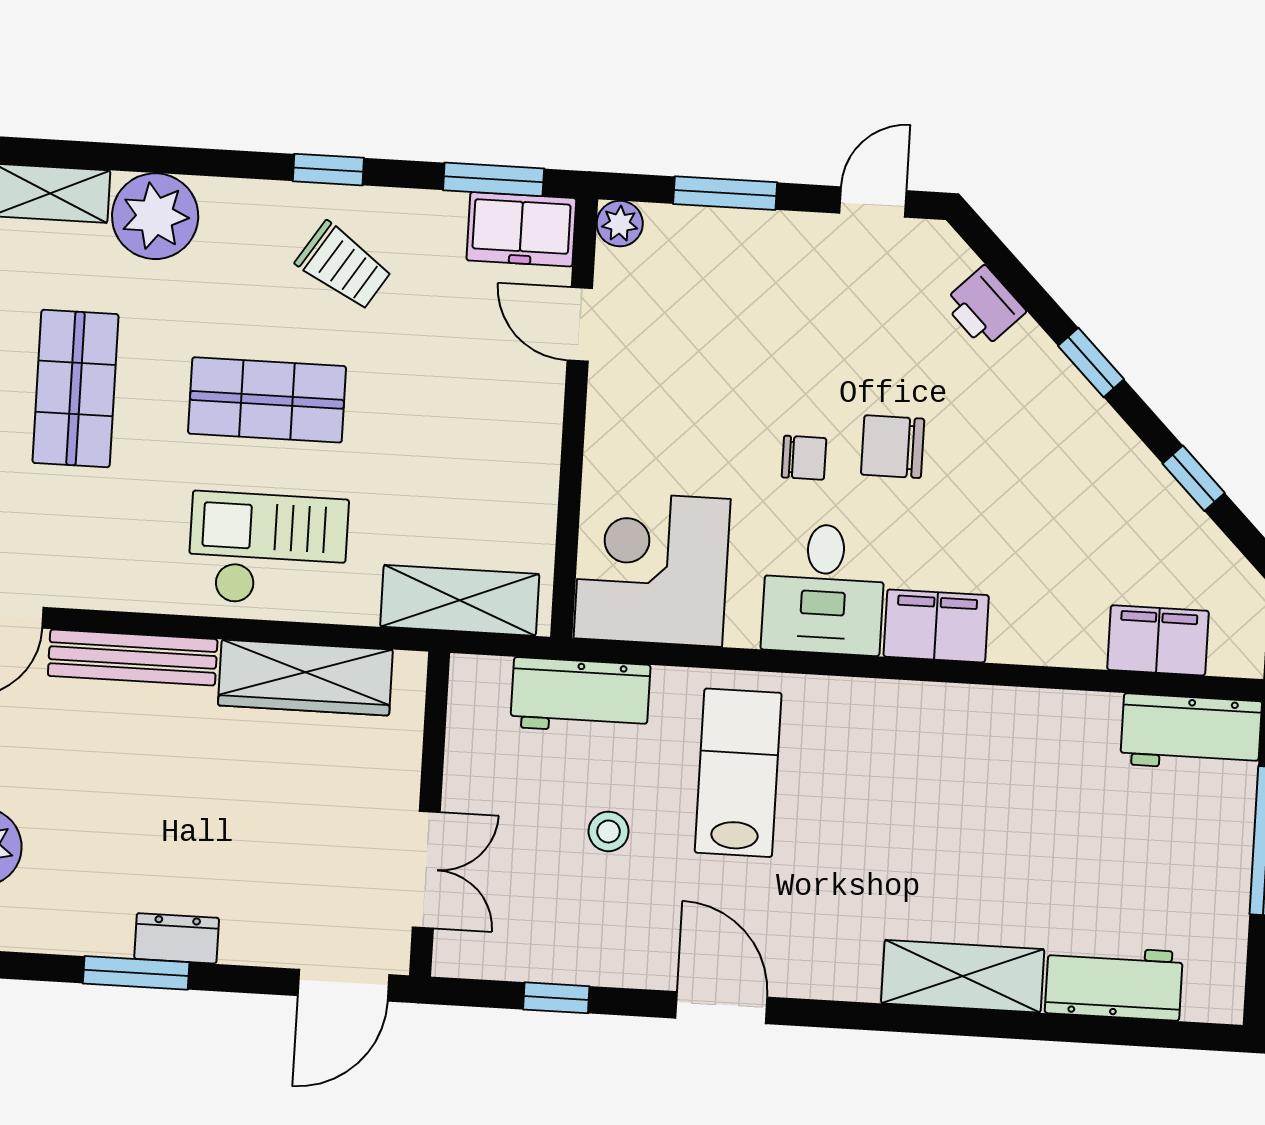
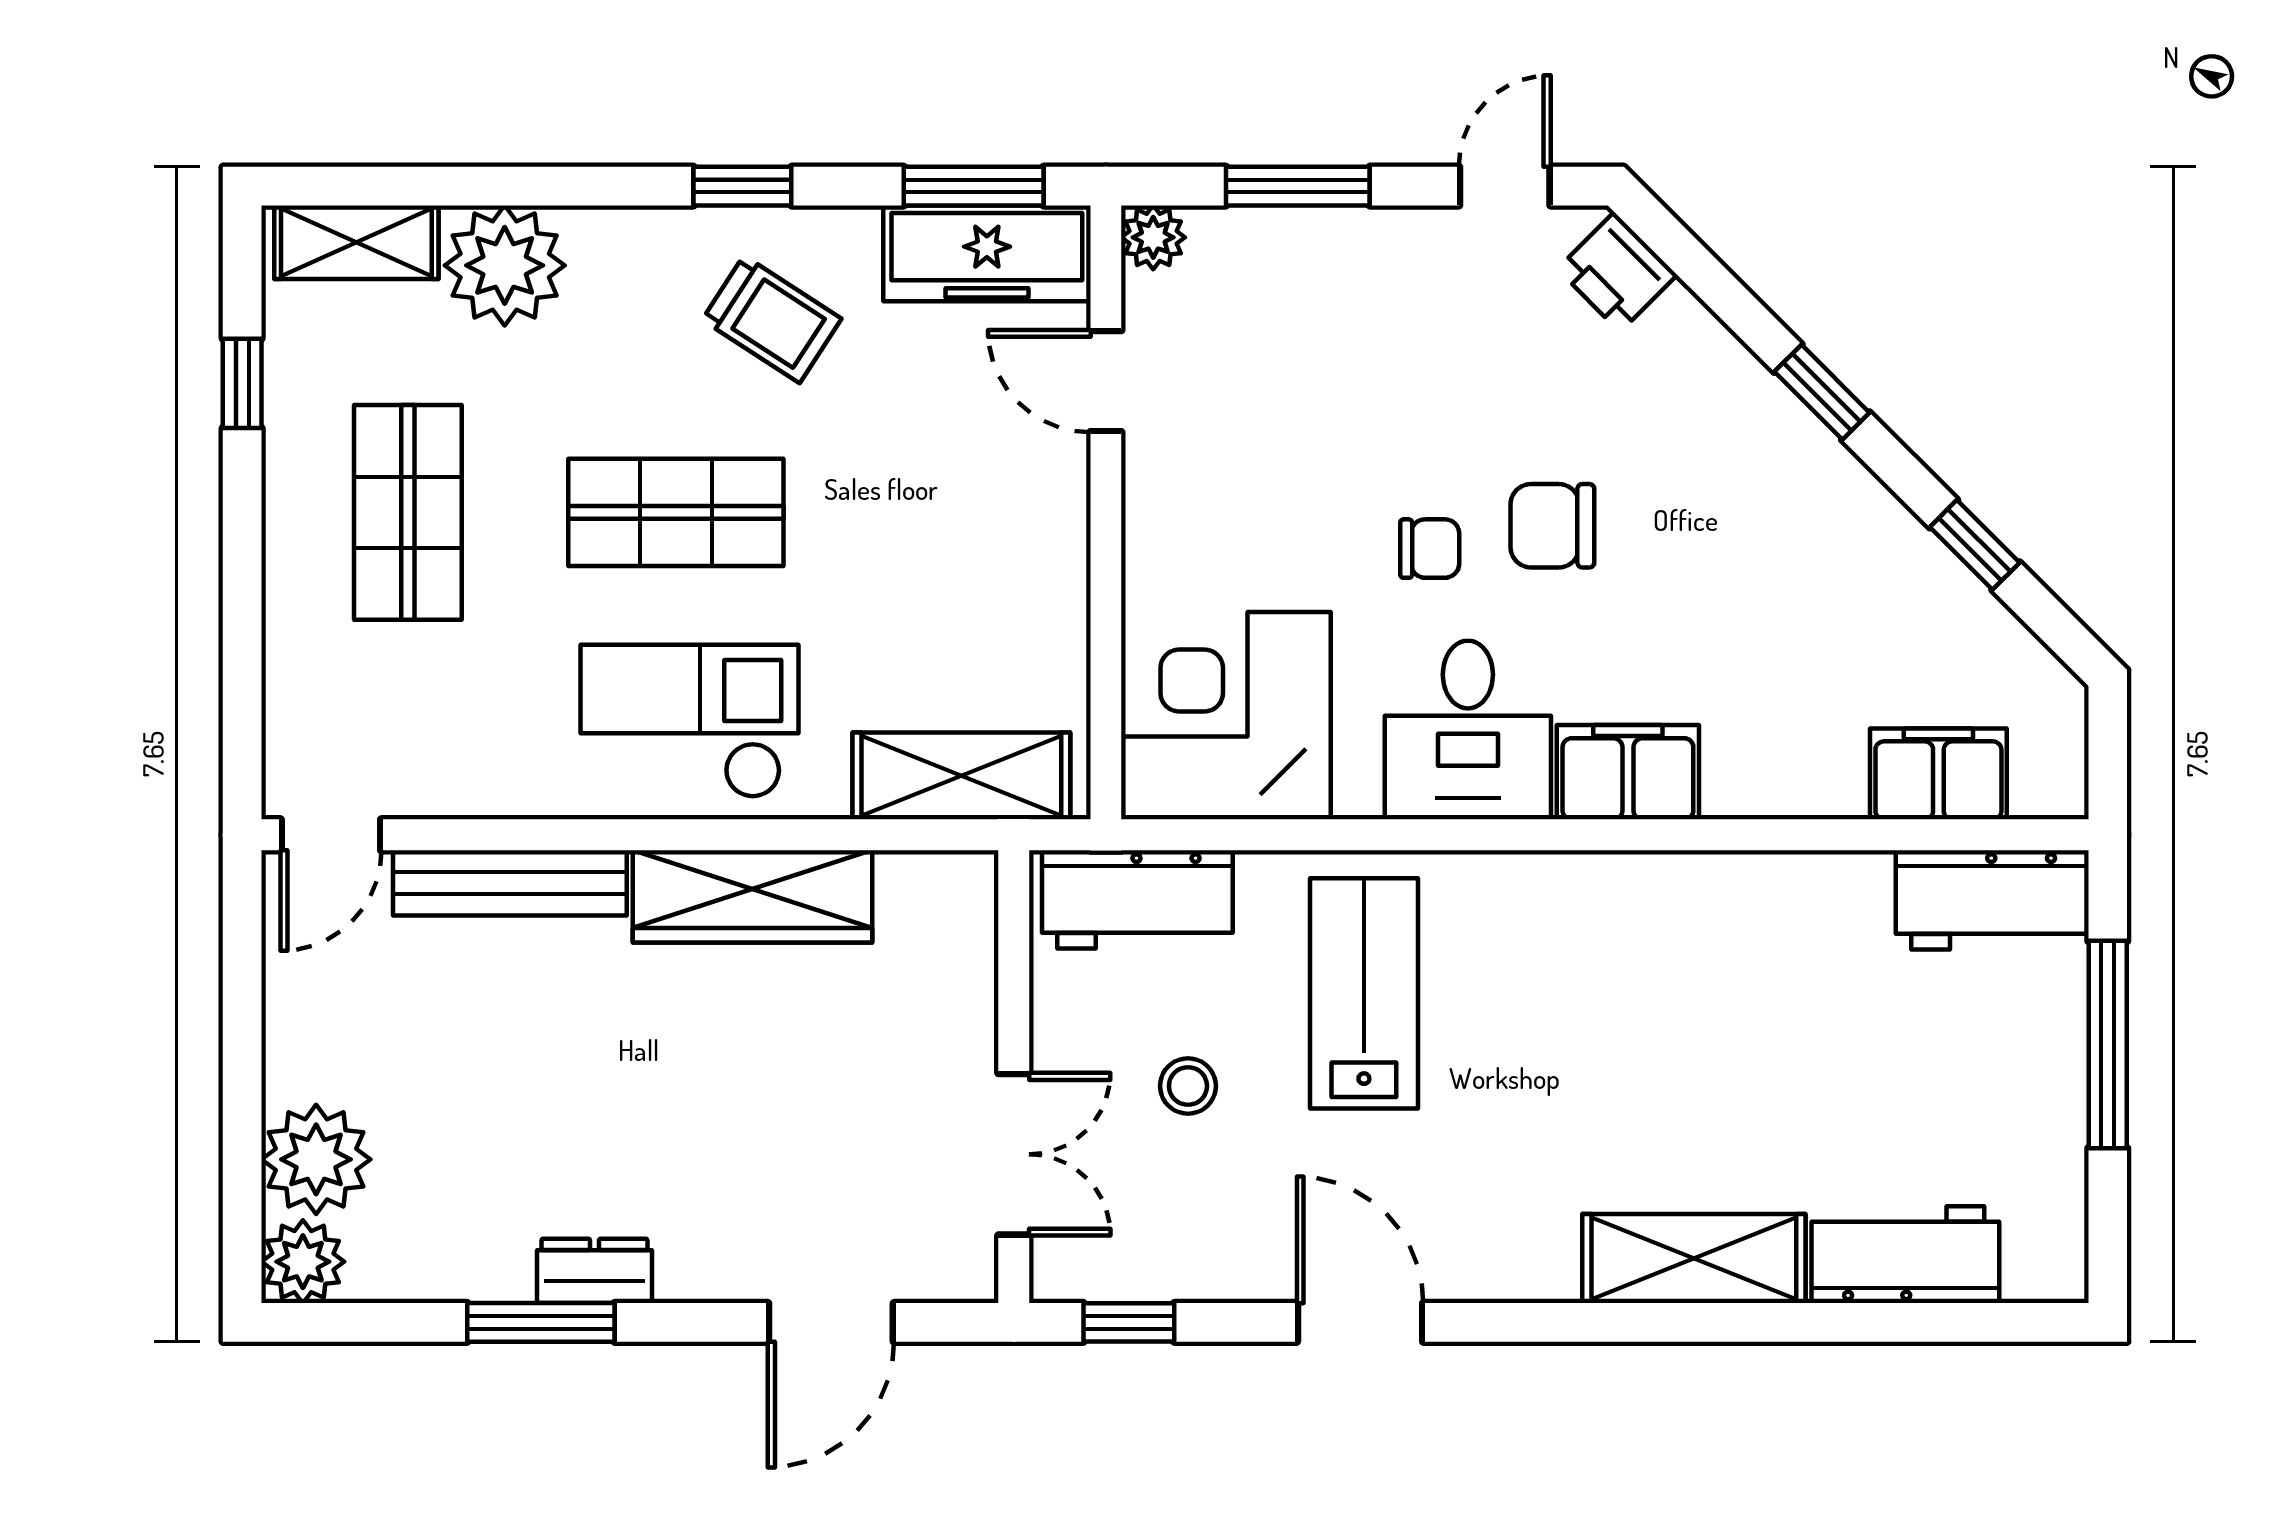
freezer: (521, 229) -> (987, 253), width x1.40
printer: (984, 307) -> (1617, 272), moved
wall: (430, 814) -> (1014, 1077), moved
double door: (426, 870) -> (1014, 1154), moved

